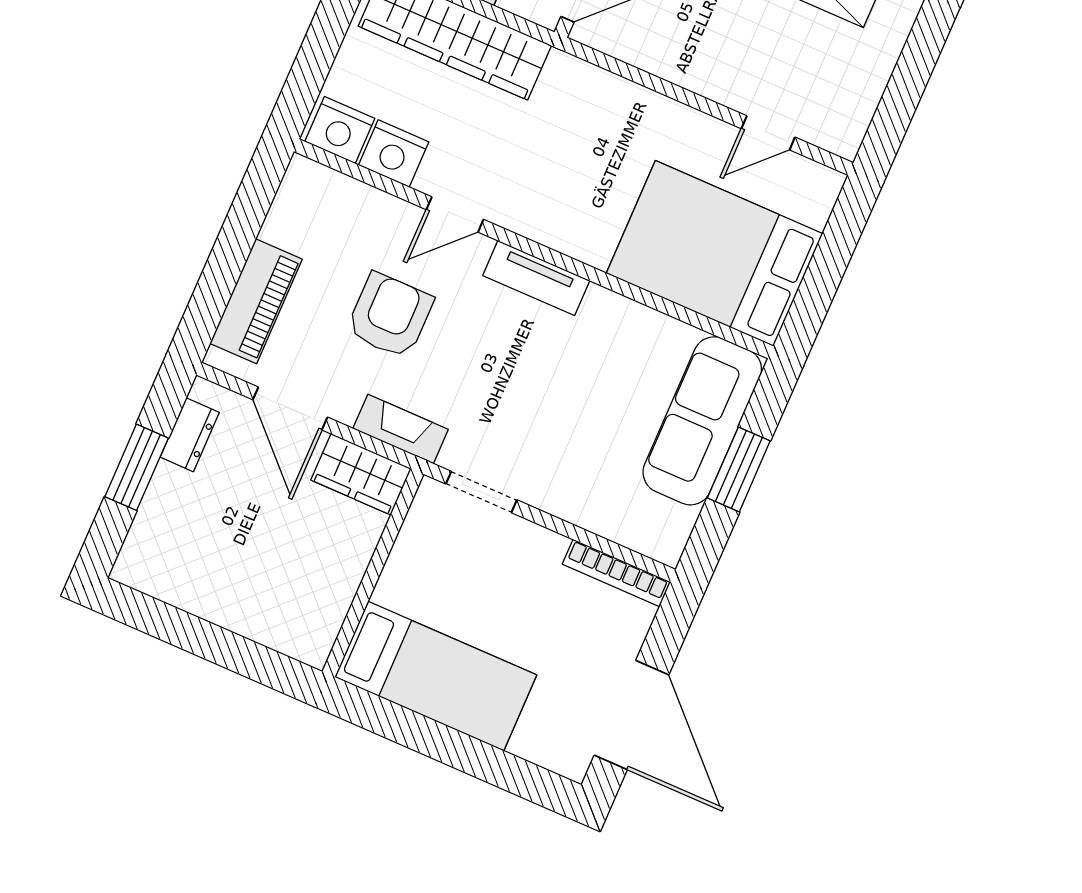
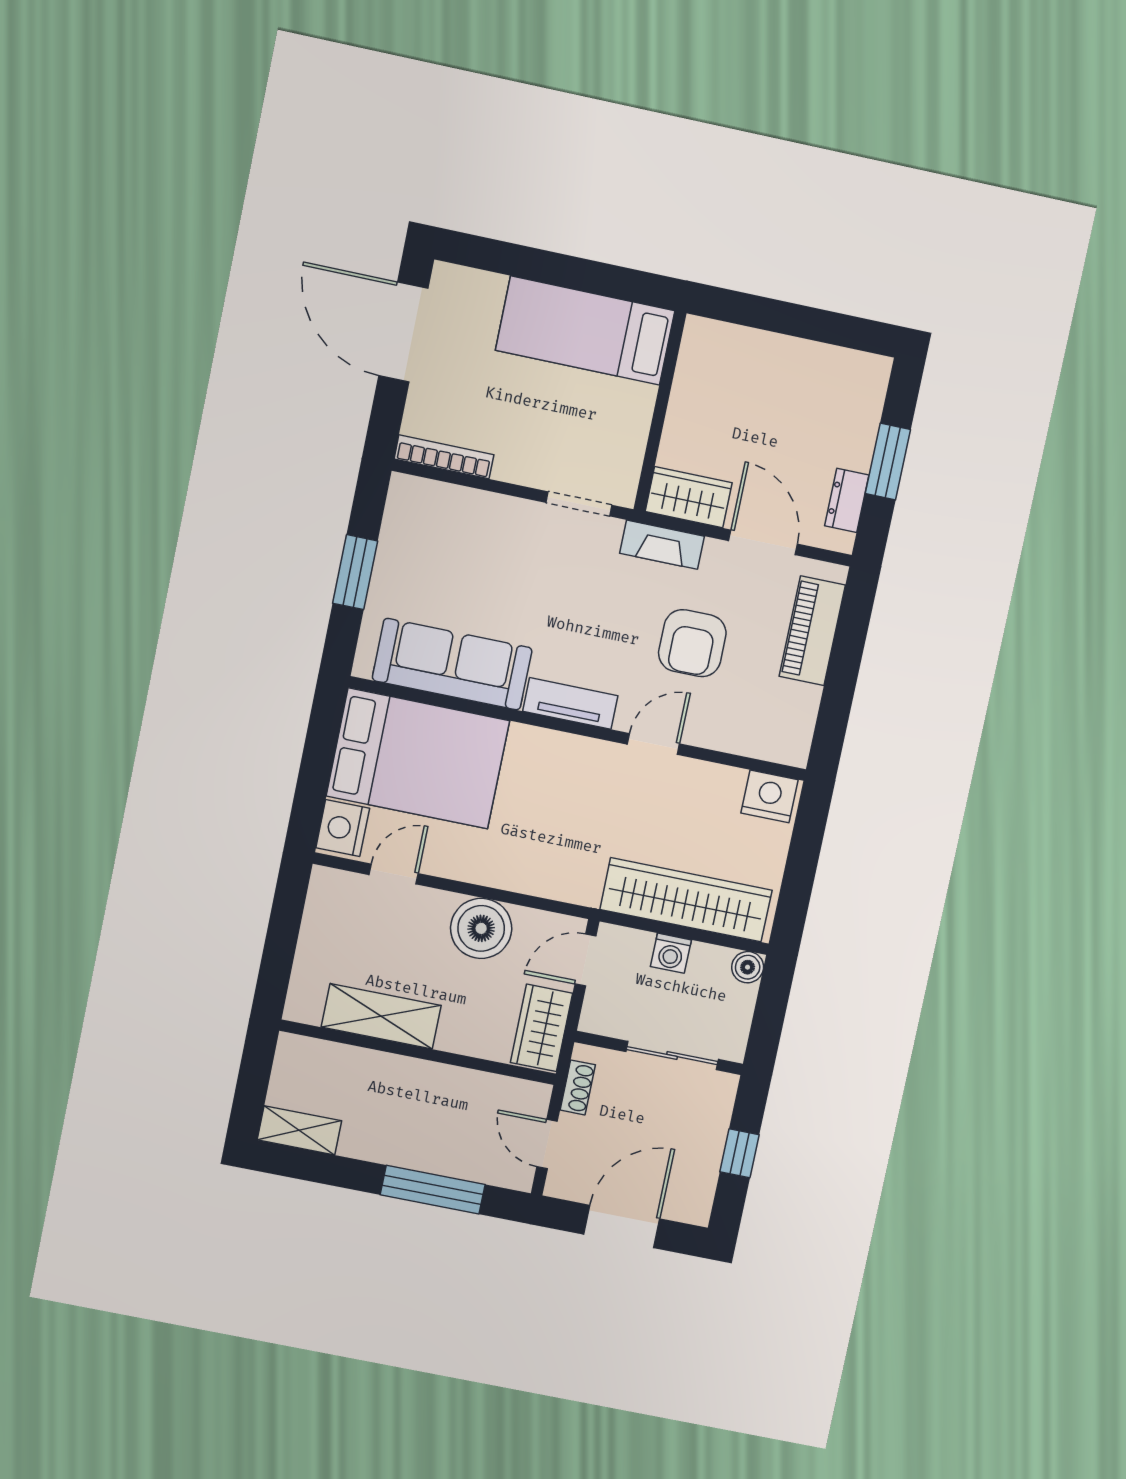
boiler: (686, 53) -> (481, 928), added
nightstand: (394, 153) -> (343, 828), moved, turned -90
sofa: (702, 421) -> (452, 664), moved, turned -90

